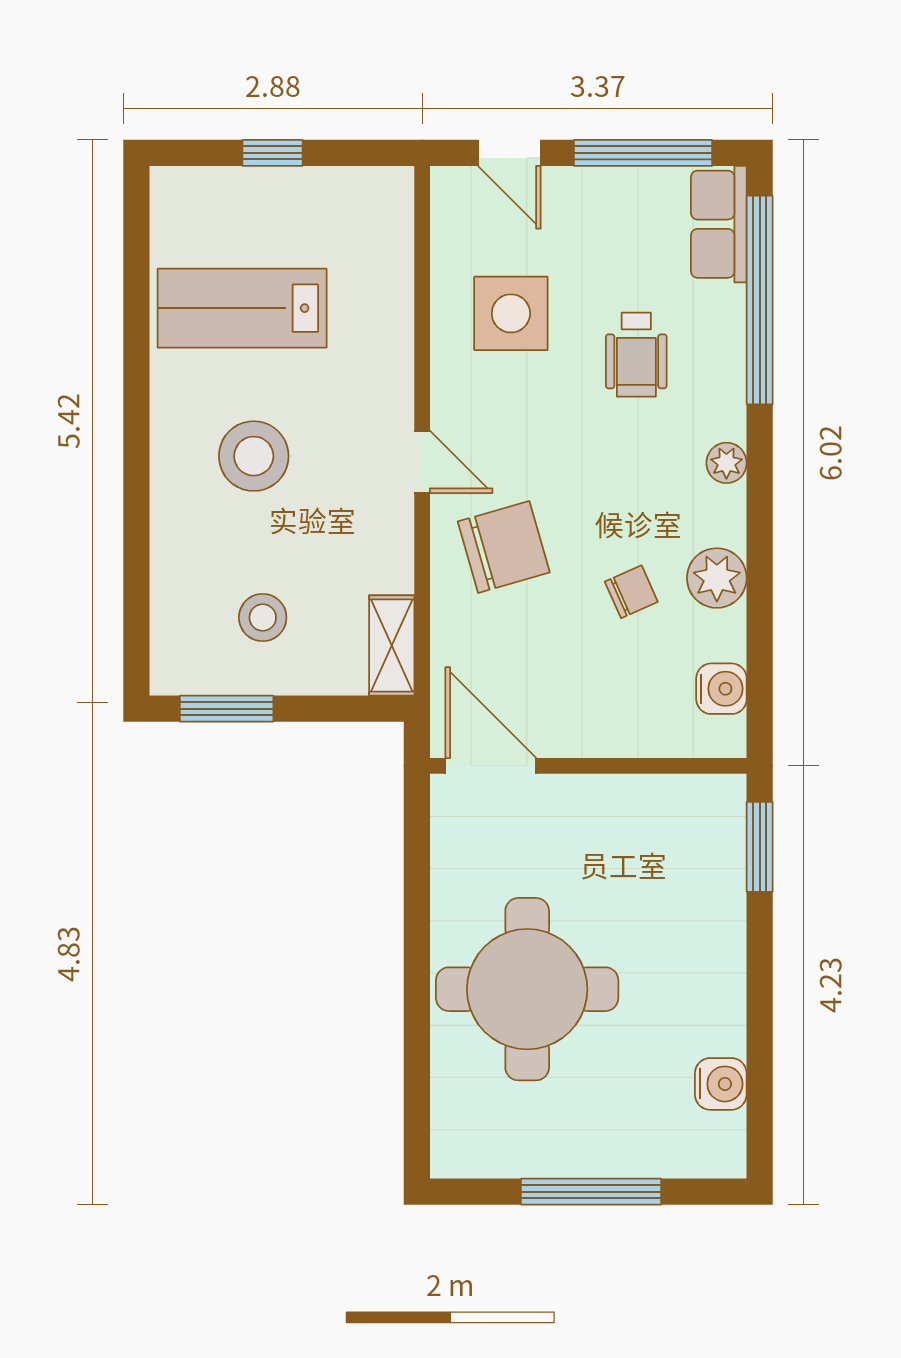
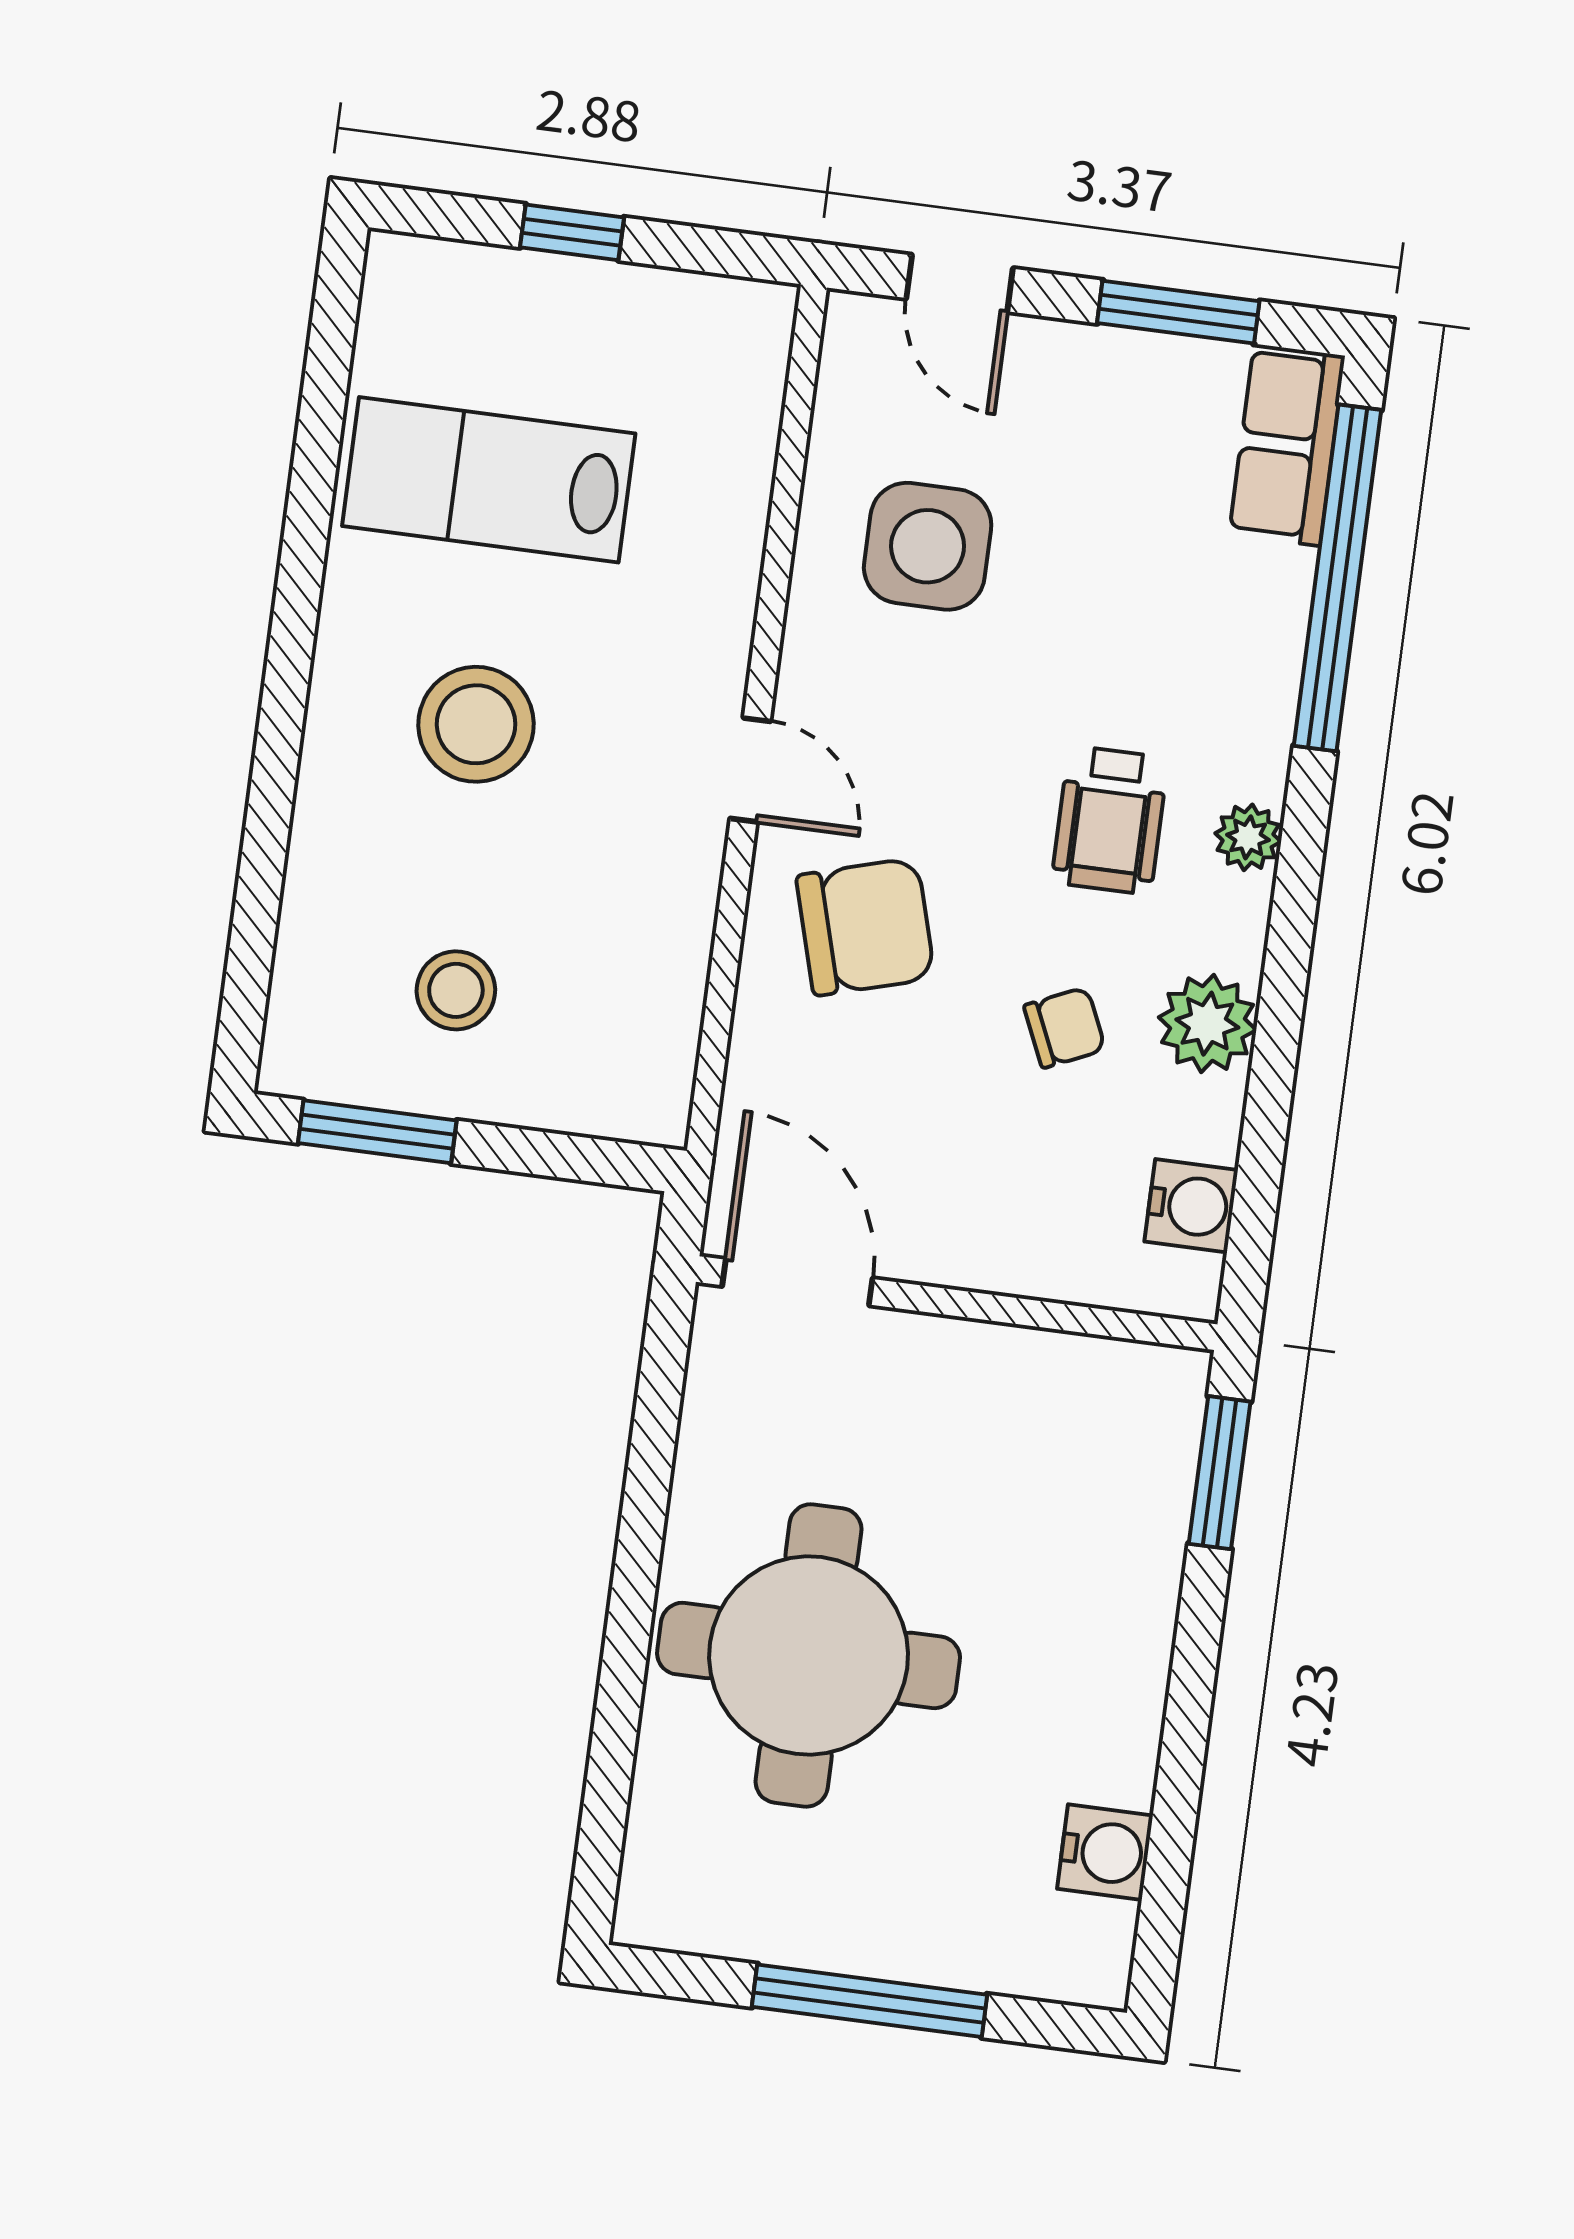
window: (643, 153) -> (1178, 312), width x0.69
wheelchair: (636, 355) -> (1110, 820), moved
shelving: (392, 646) -> (661, 1064), removed

